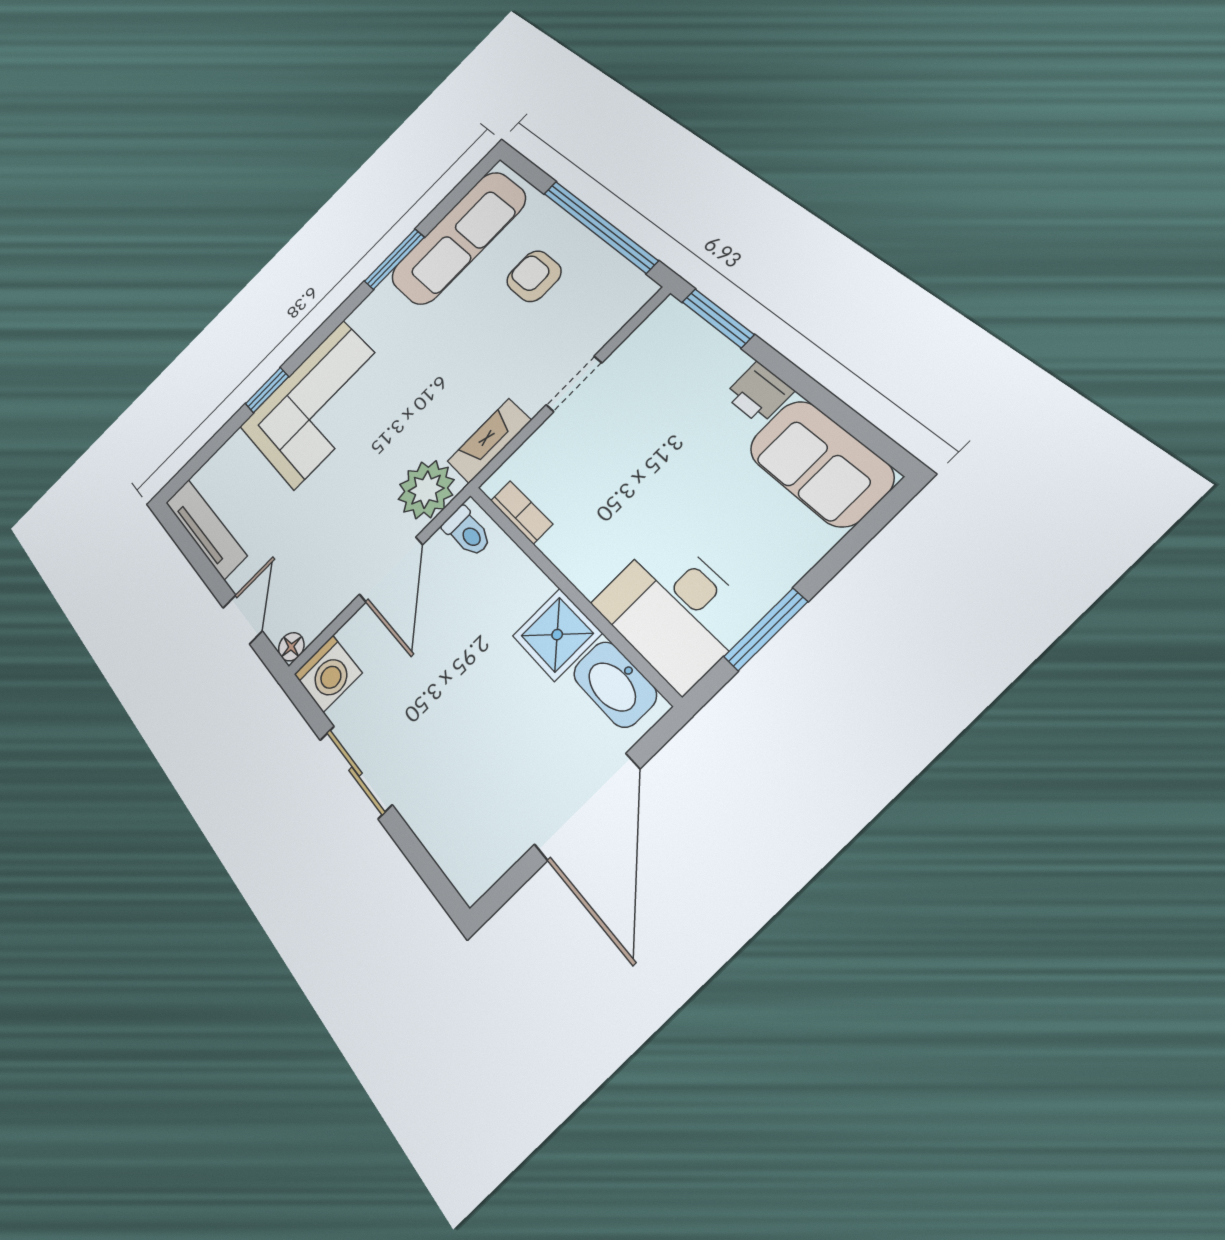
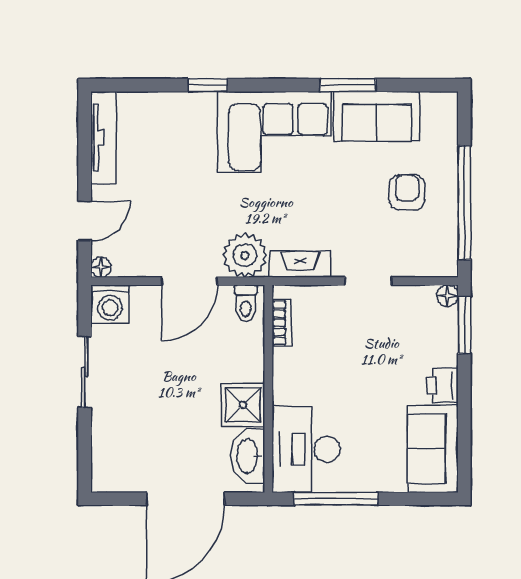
sofa: (458, 238) -> (377, 116), width x0.73
floor lamp: (670, 312) -> (447, 296), added
corner sofa: (319, 404) -> (274, 132), moved
window: (766, 629) -> (336, 499), width x1.44

